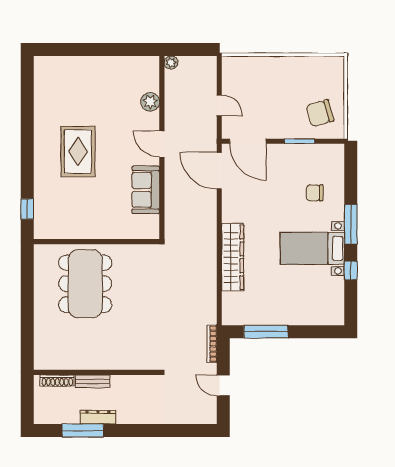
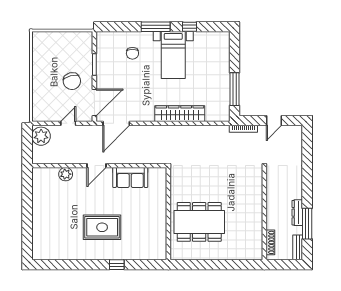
plant: (171, 63) -> (41, 136), moved, width x1.88, depth x1.88
chair: (320, 113) -> (72, 81), moved
window: (27, 209) -> (117, 265), moved
bench: (93, 381) -> (298, 247), moved

